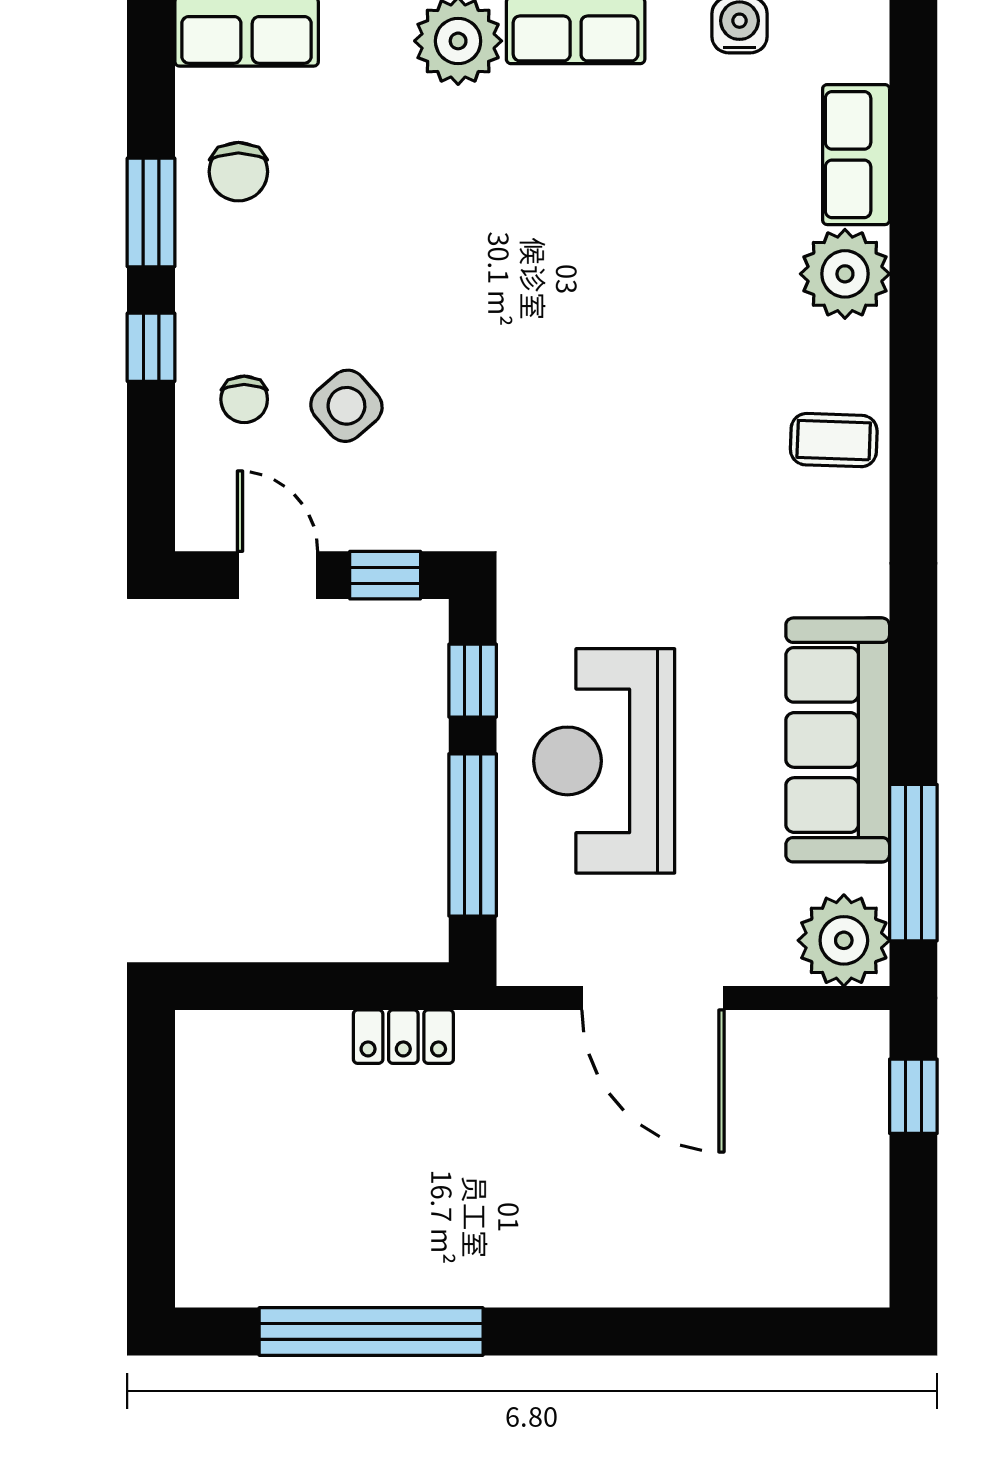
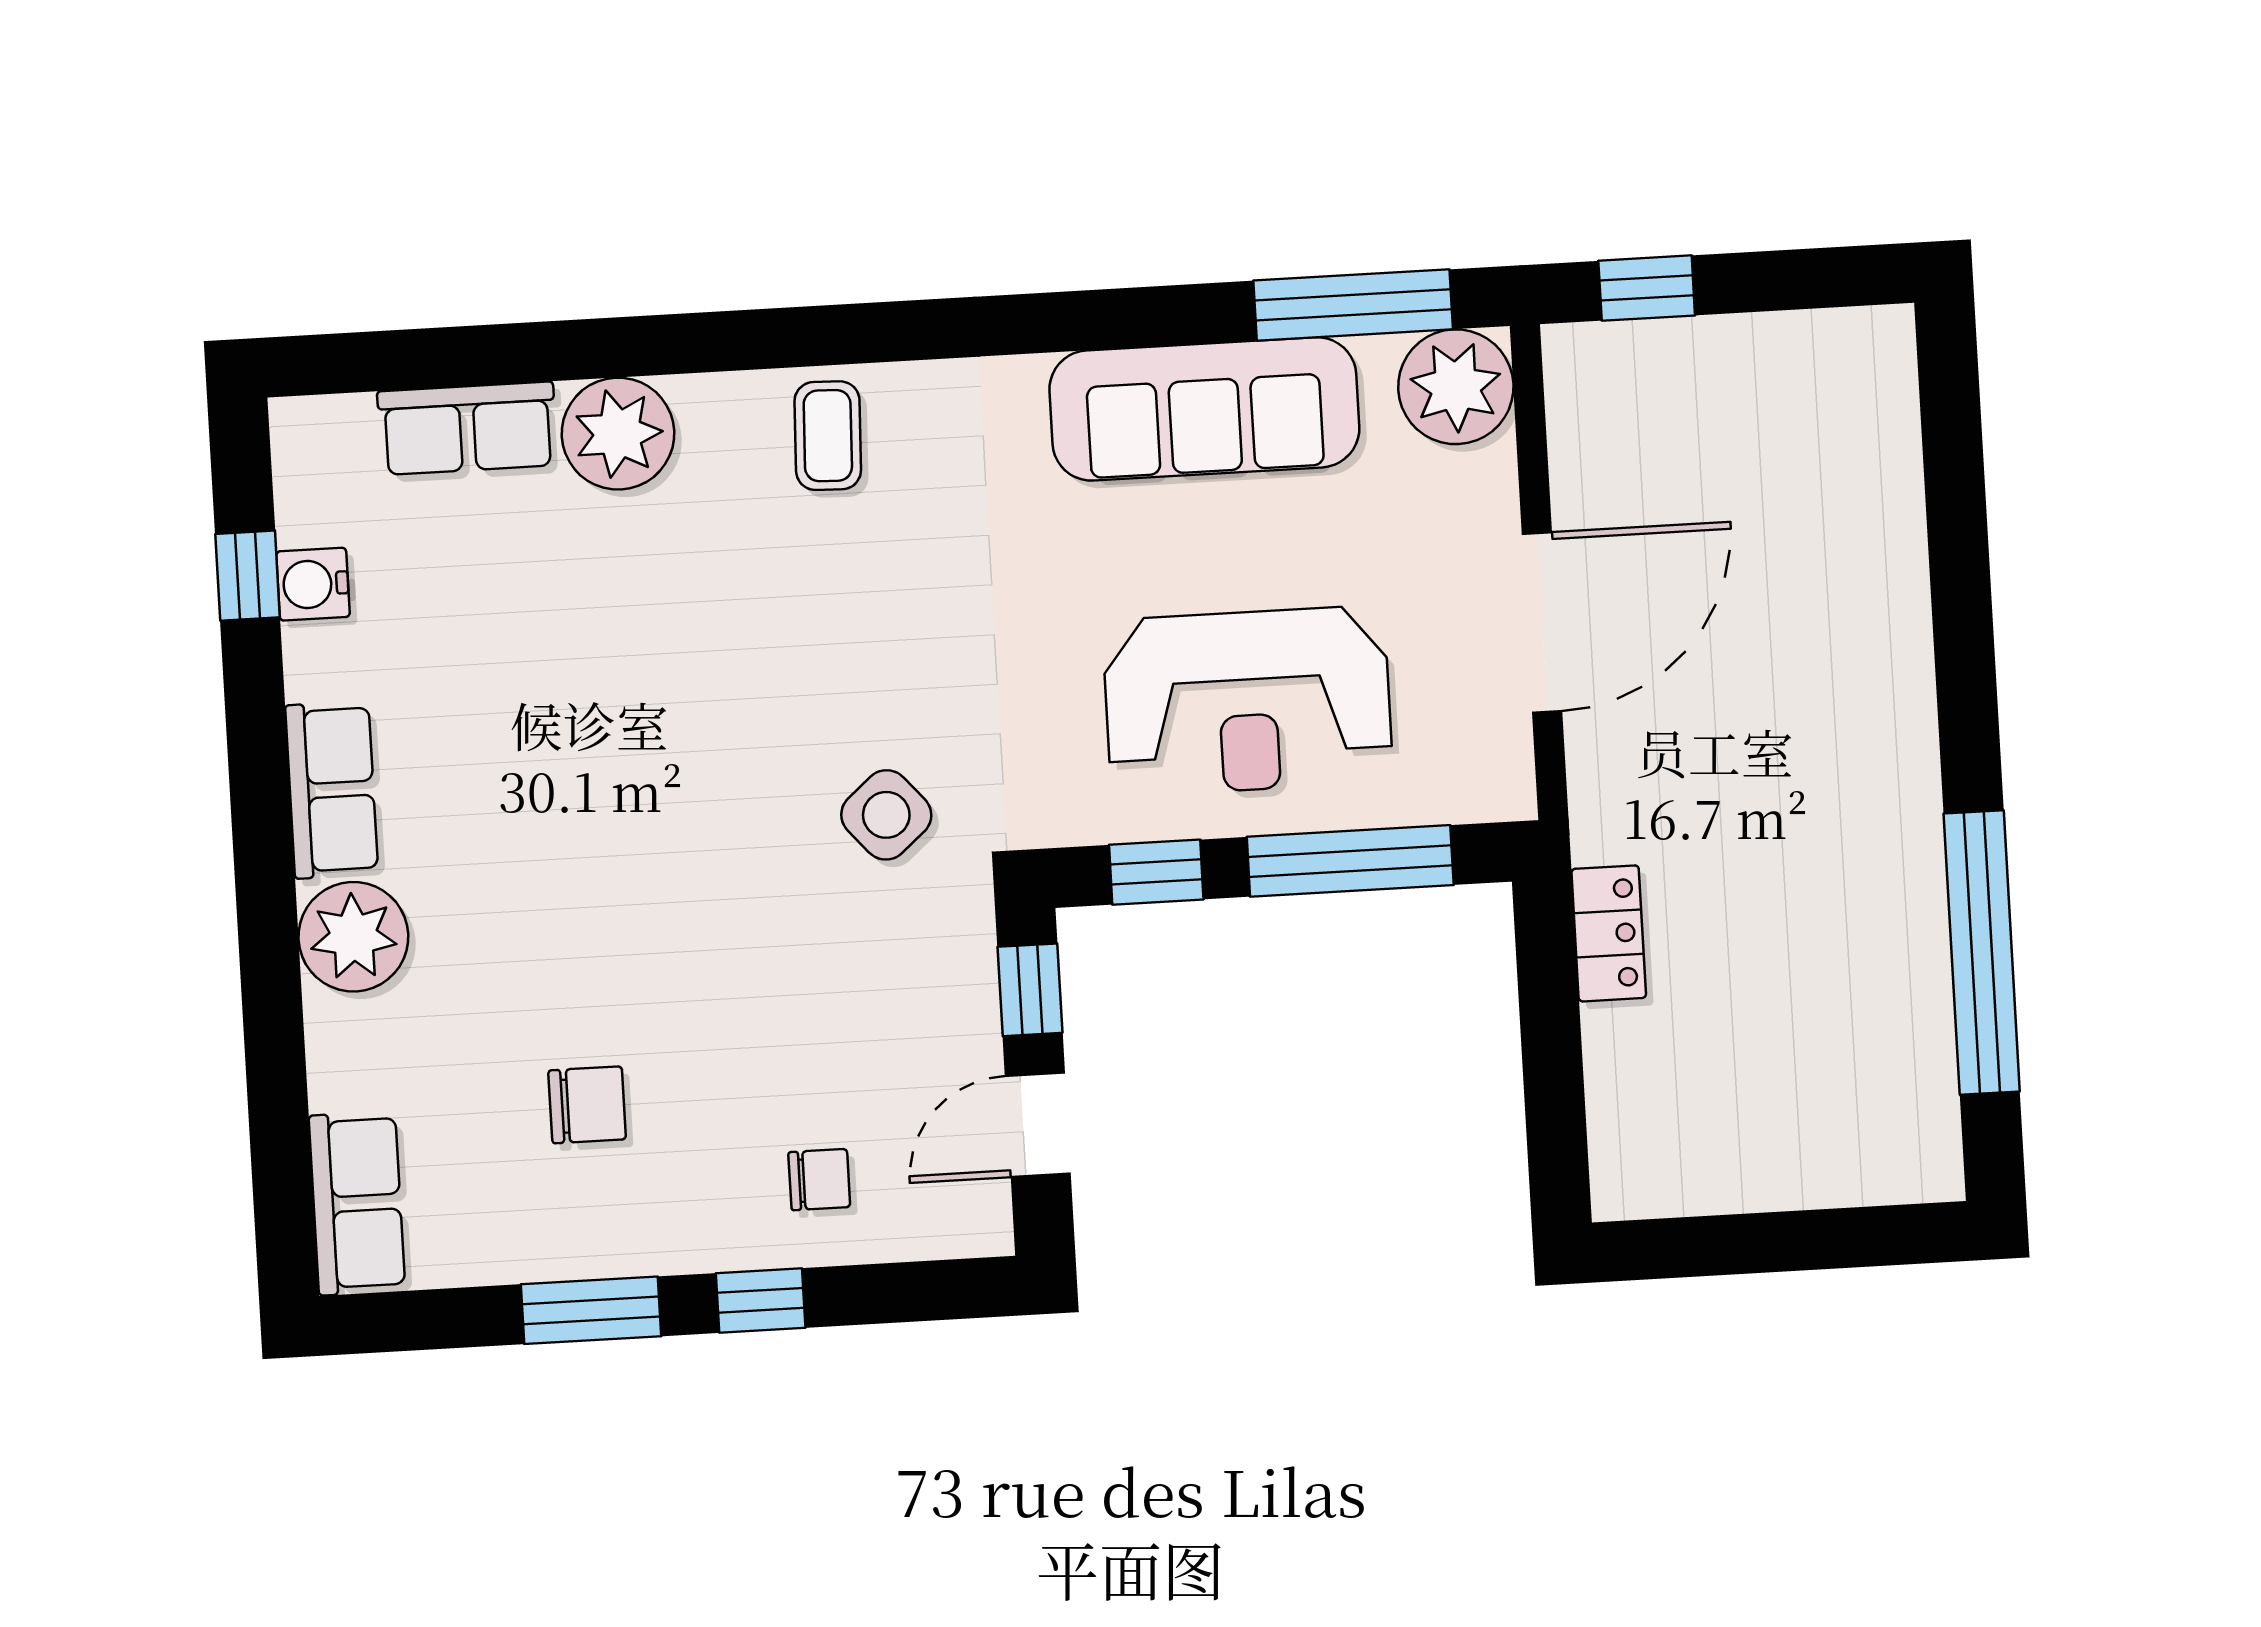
chair: (238, 172) -> (587, 1105), moved
side table: (346, 406) -> (886, 815), moved

